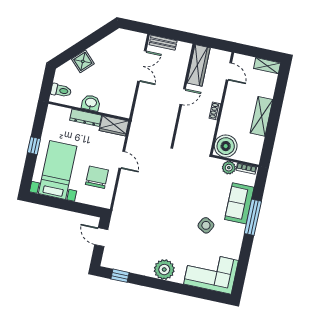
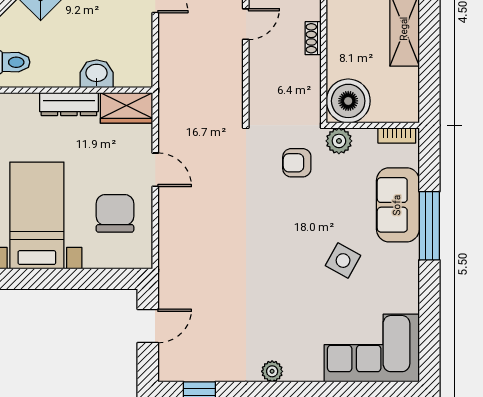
washbasin: (91, 103) -> (97, 74), moved
plant: (229, 168) -> (339, 141), moved
armchair: (193, 171) -> (297, 163), added
door: (101, 237) -> (148, 326), swing flipped
plant: (164, 270) -> (272, 371), width x0.53, depth x0.53

